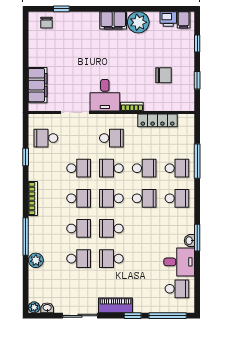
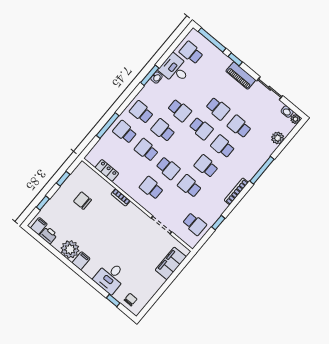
filing cabinet: (113, 20) -> (81, 261), width x0.50
desk: (105, 95) -> (110, 277), moved, turned 180
locker: (158, 120) -> (107, 170), width x0.66
school desk: (111, 198) -> (180, 110), moved
plant: (36, 260) -> (278, 138), moved

